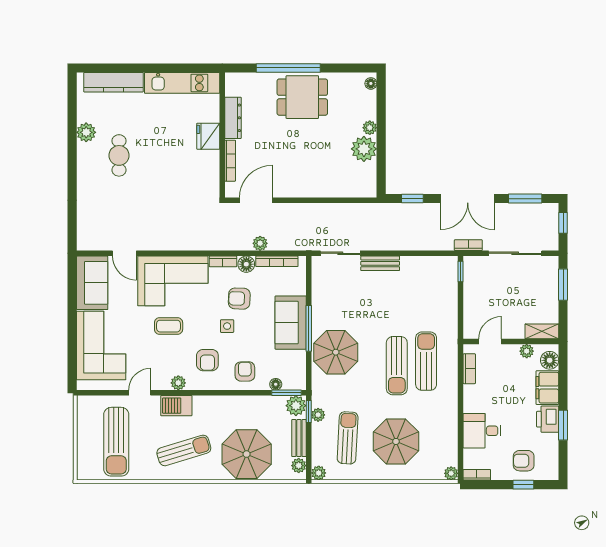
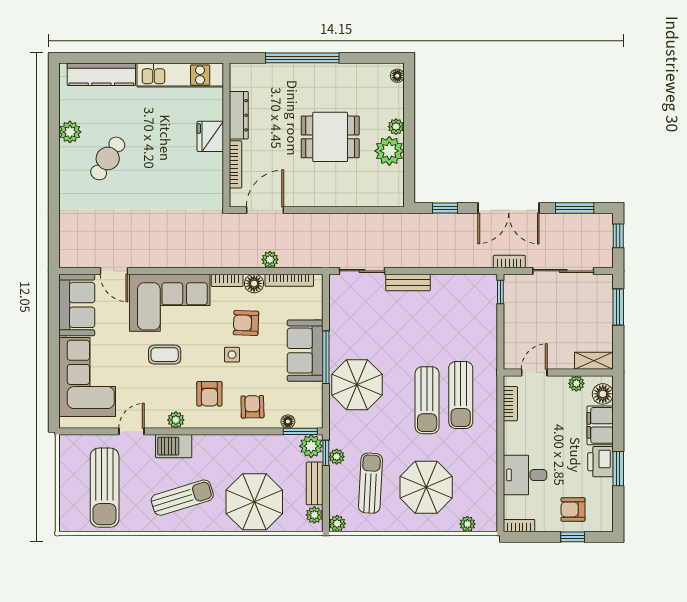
dining table: (302, 97) -> (330, 137), moved
cafe table: (119, 155) -> (108, 158), turned 33
sun lounger: (426, 361) -> (461, 395), turned 180
plant: (451, 473) -> (467, 524), moved

